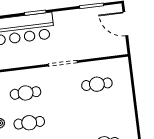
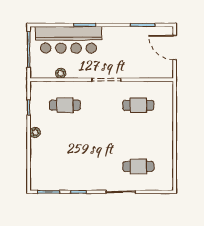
plant: (18, 63) -> (61, 73), added
cafe table: (29, 123) -> (65, 136), removed

